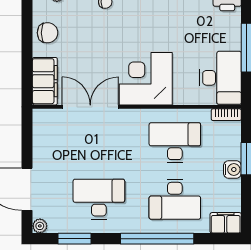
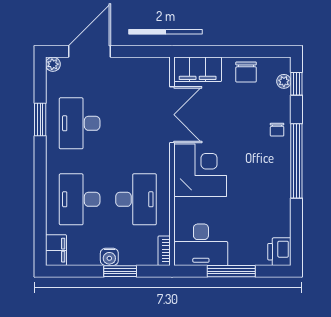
desk: (99, 199) -> (80, 123), turned 180
window: (75, 239) -> (40, 120), moved
window: (157, 239) -> (40, 182), removed

